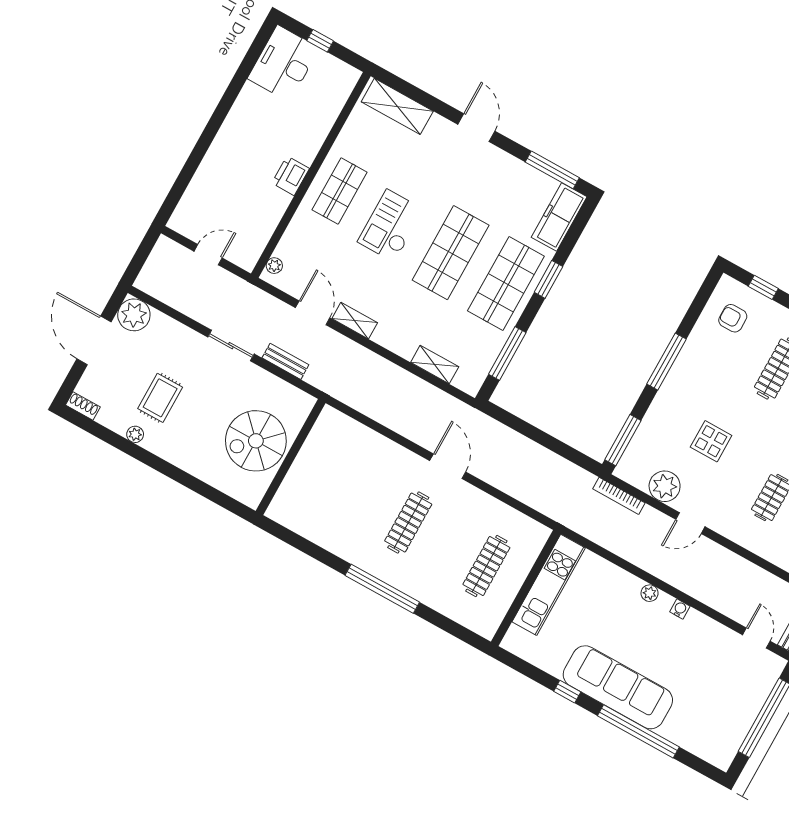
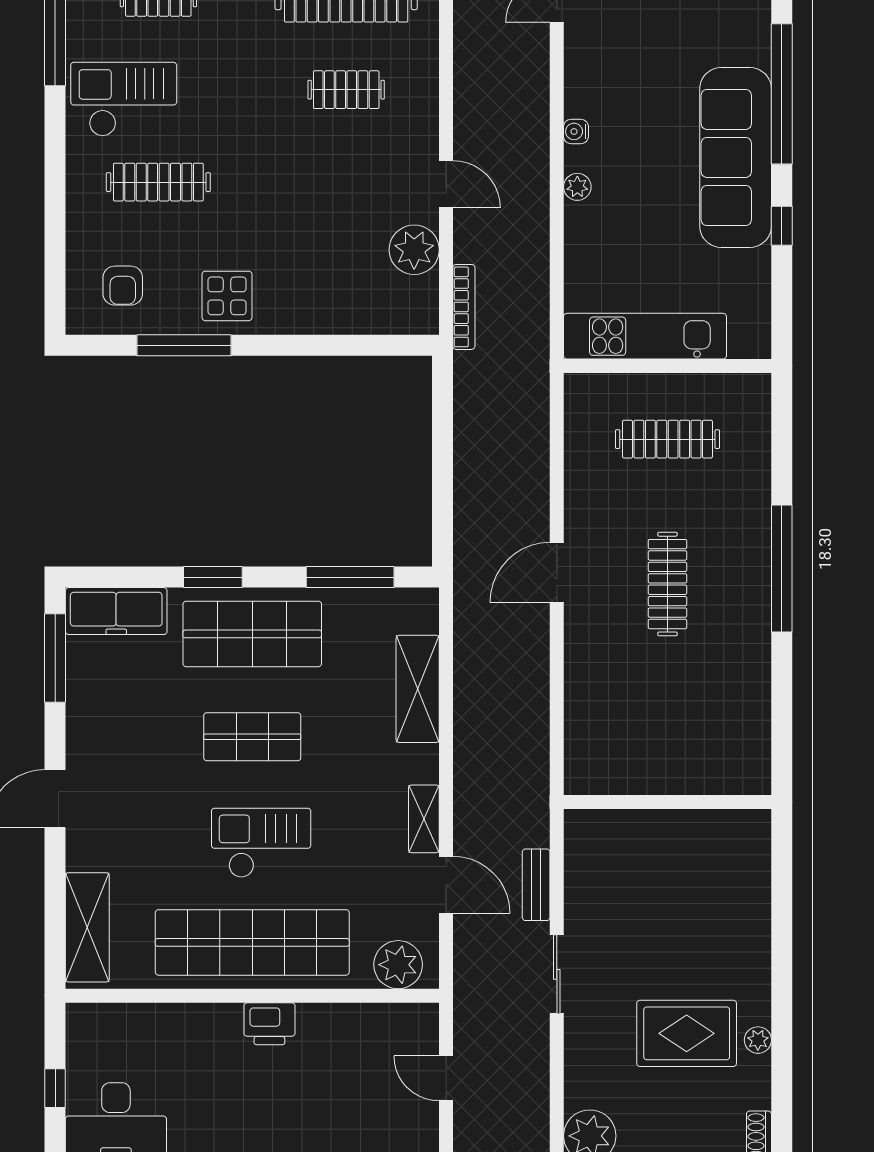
shop shelf: (340, 191) -> (252, 942), width x2.00, depth x1.36
checkout: (391, 226) -> (261, 843), turned 180
shop shelf: (451, 253) -> (252, 737), width x0.70, depth x0.74
plant: (274, 266) -> (398, 965), width x1.87, depth x1.87
window: (763, 287) -> (55, 267), removed
door: (313, 313) -> (446, 885), swing flipped
window: (667, 362) -> (184, 345), moved
shelving: (435, 365) -> (418, 689), width x1.50, depth x1.33
rug: (160, 398) -> (687, 1033), width x1.36, depth x1.43
window: (623, 440) -> (382, 345), removed
spiral stairs: (256, 441) -> (672, 864), removed
display table: (711, 441) -> (227, 296), moved
clothes rail: (408, 523) -> (667, 584), turned 90

